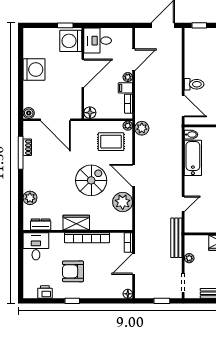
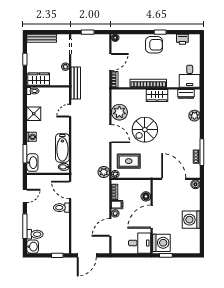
floor lamp: (90, 113) -> (146, 196), moved
armchair: (73, 271) -> (154, 45), moved

